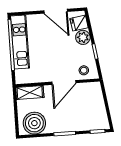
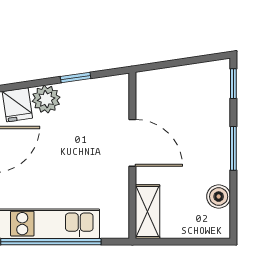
stool: (84, 70) -> (111, 102), removed
boiler: (34, 123) -> (219, 197), width x0.54, depth x0.54

